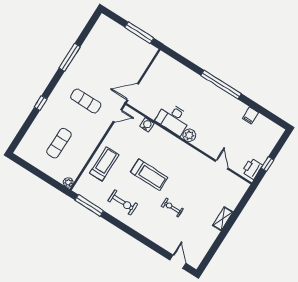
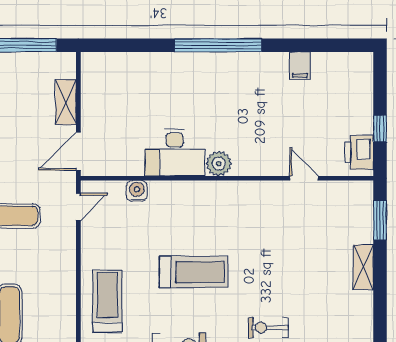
shelving: (141, 68) -> (66, 102), added
window: (243, 203) -> (380, 220), added
exercise bike: (172, 208) -> (268, 328), moved

